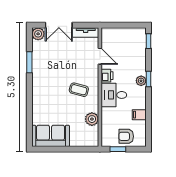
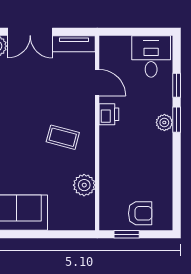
window: (149, 41) -> (177, 85), moved
desk: (114, 95) -> (151, 56), moved, turned 90
filing cabinet: (139, 115) -> (161, 178), removed
armchair: (126, 136) -> (140, 213), turned 180

